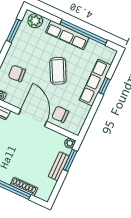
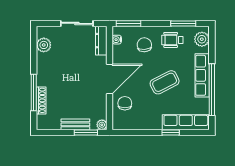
wheelchair: (24, 47) -> (172, 40), added
row of seats: (95, 83) -> (186, 122), moved

